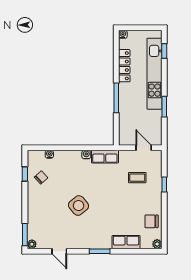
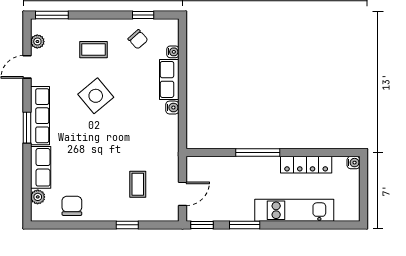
window: (164, 51) -> (202, 225), moved
kitchen unit: (155, 74) -> (294, 210), width x0.73
row of seats: (105, 157) -> (169, 79), moved
coffee table: (48, 207) -> (93, 50), added
row of seats: (92, 243) -> (40, 116), added
plant: (32, 244) -> (37, 42), moved
plant: (157, 244) -> (38, 197), moved

